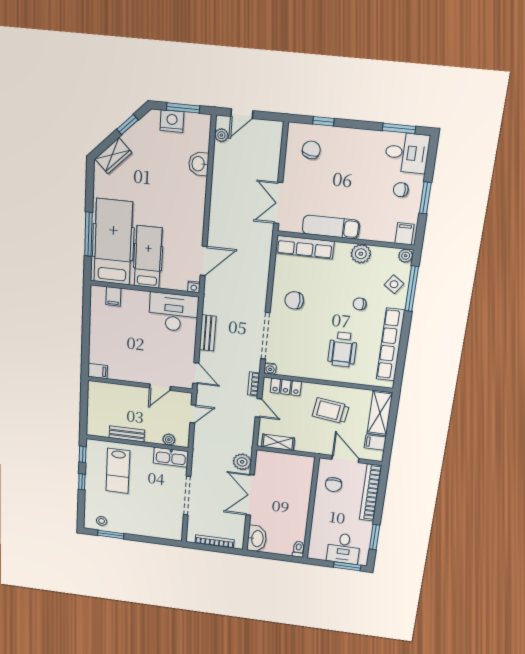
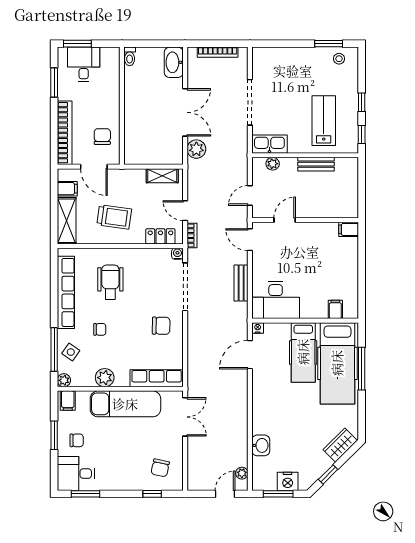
exam couch: (331, 227) -> (125, 404), width x1.36, depth x1.45

